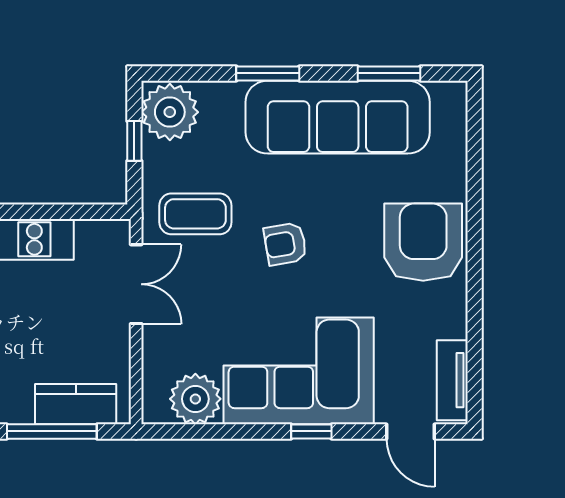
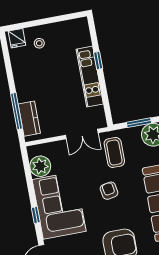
window: (134, 141) -> (139, 123), width x1.50

